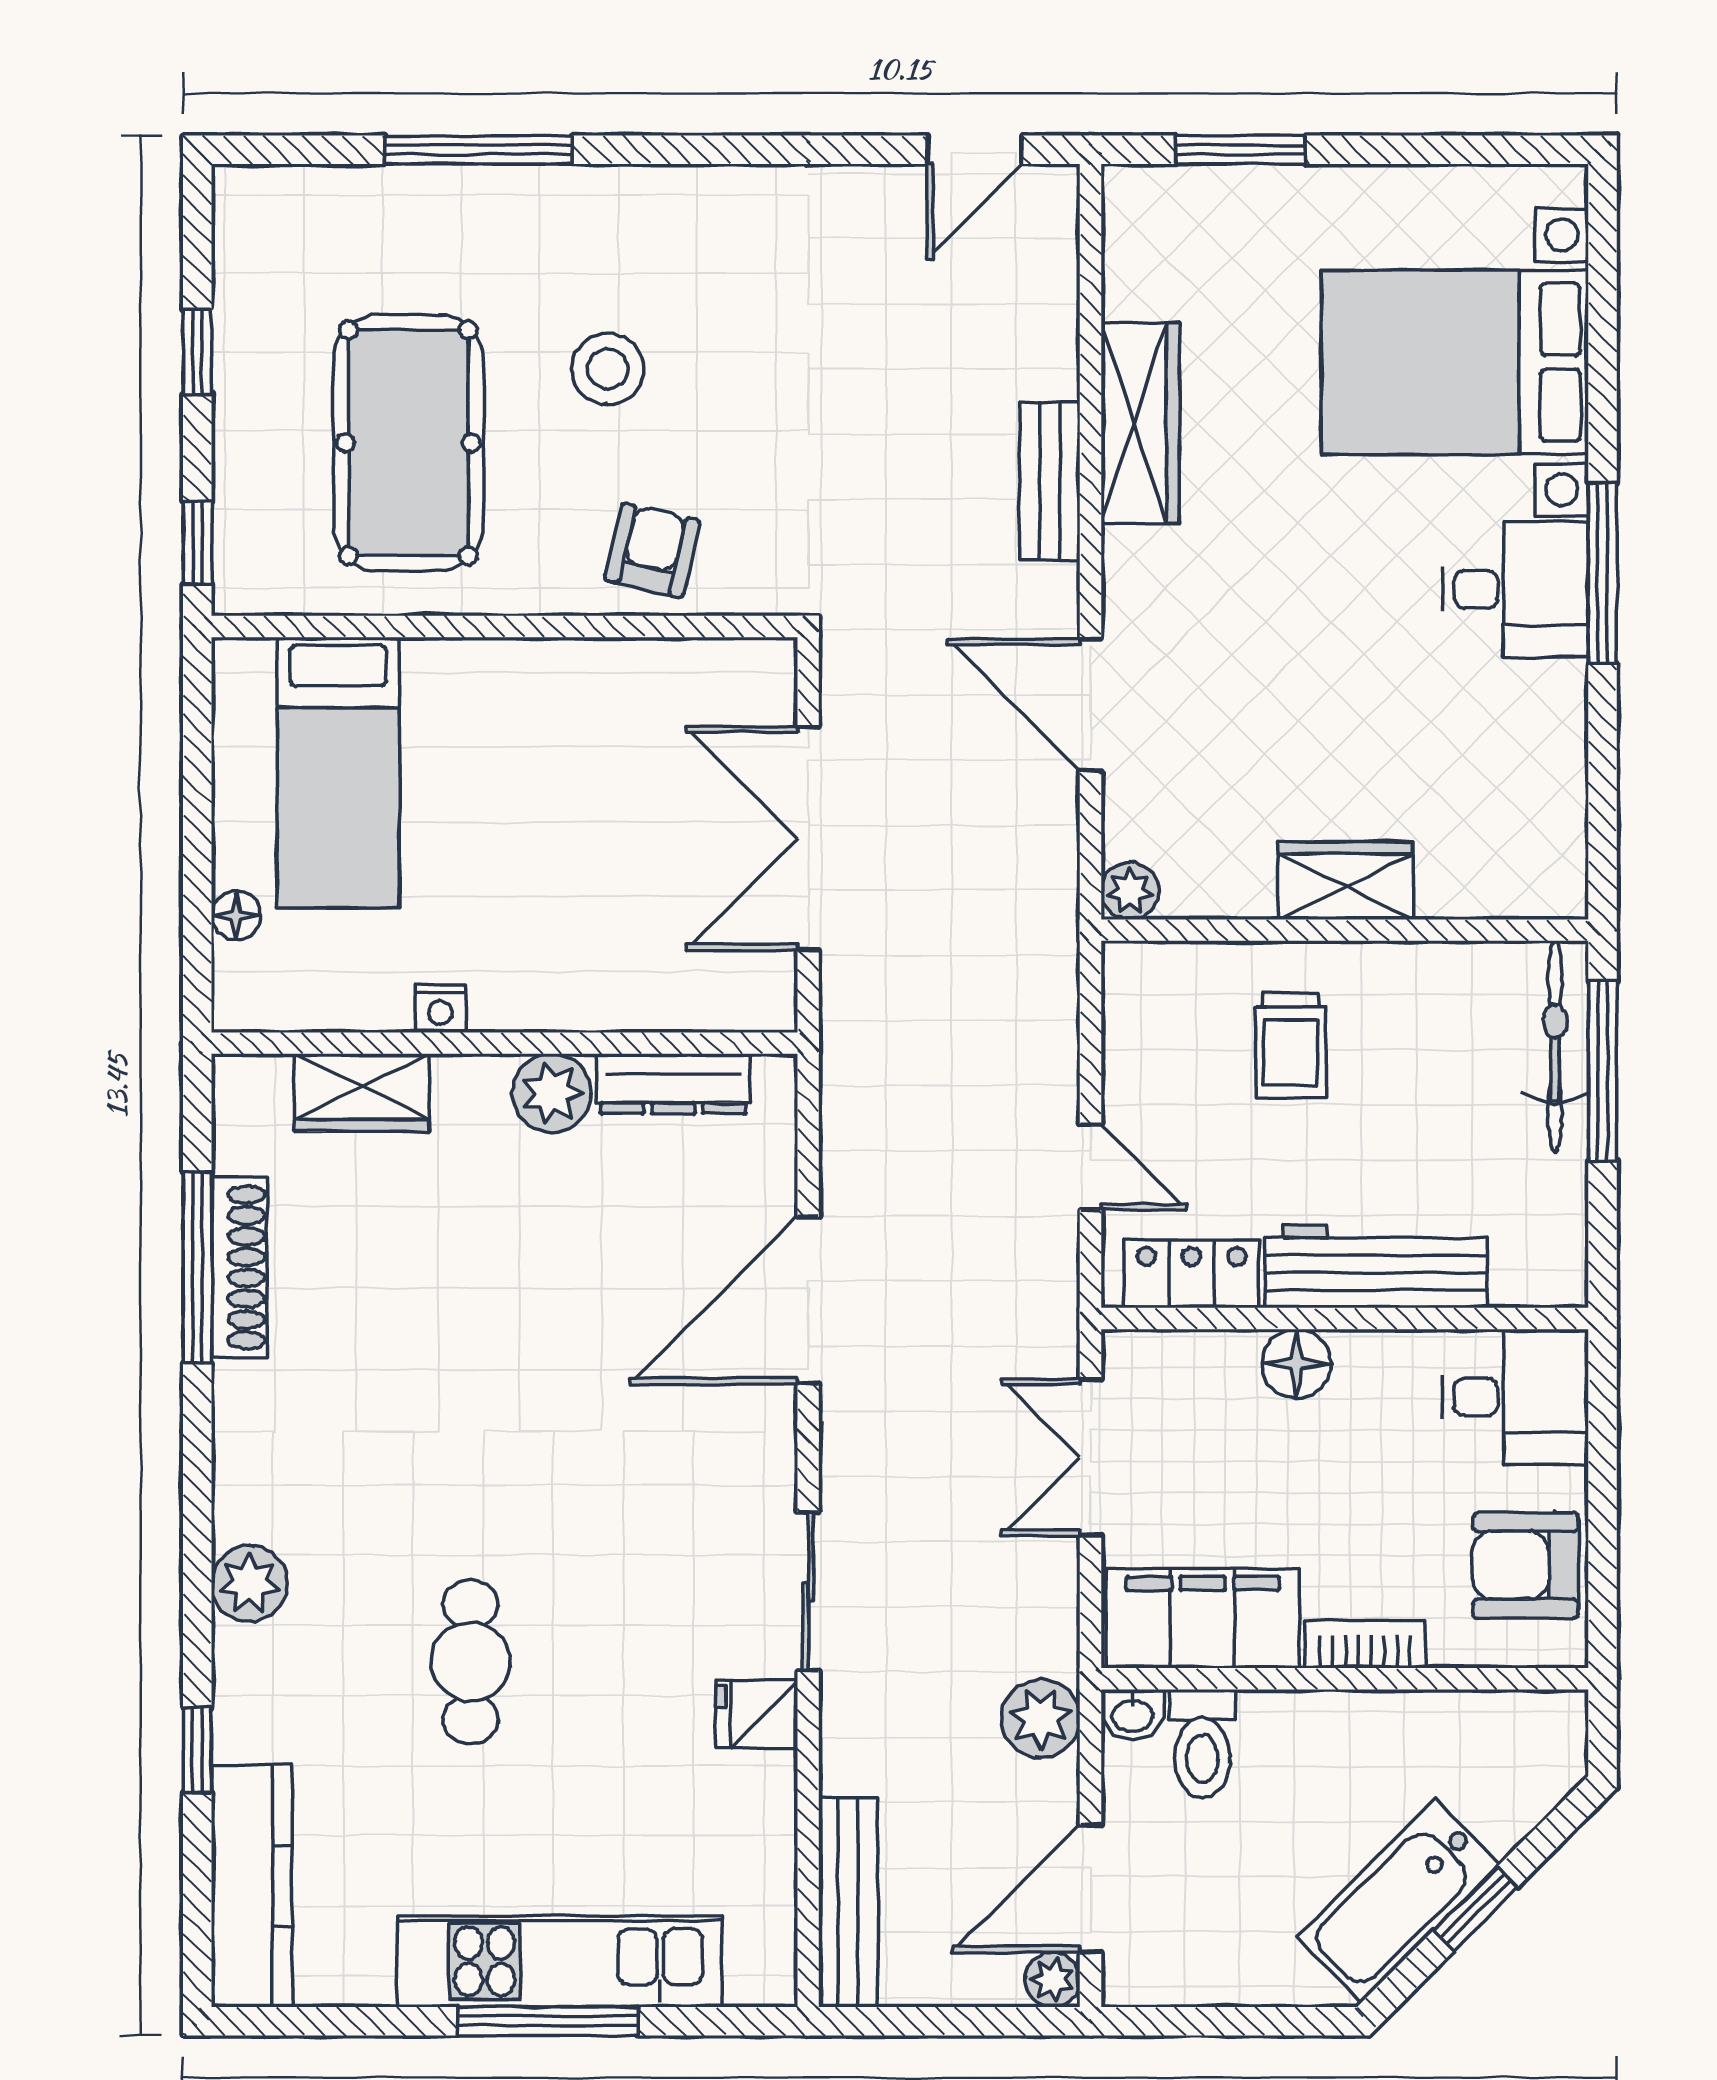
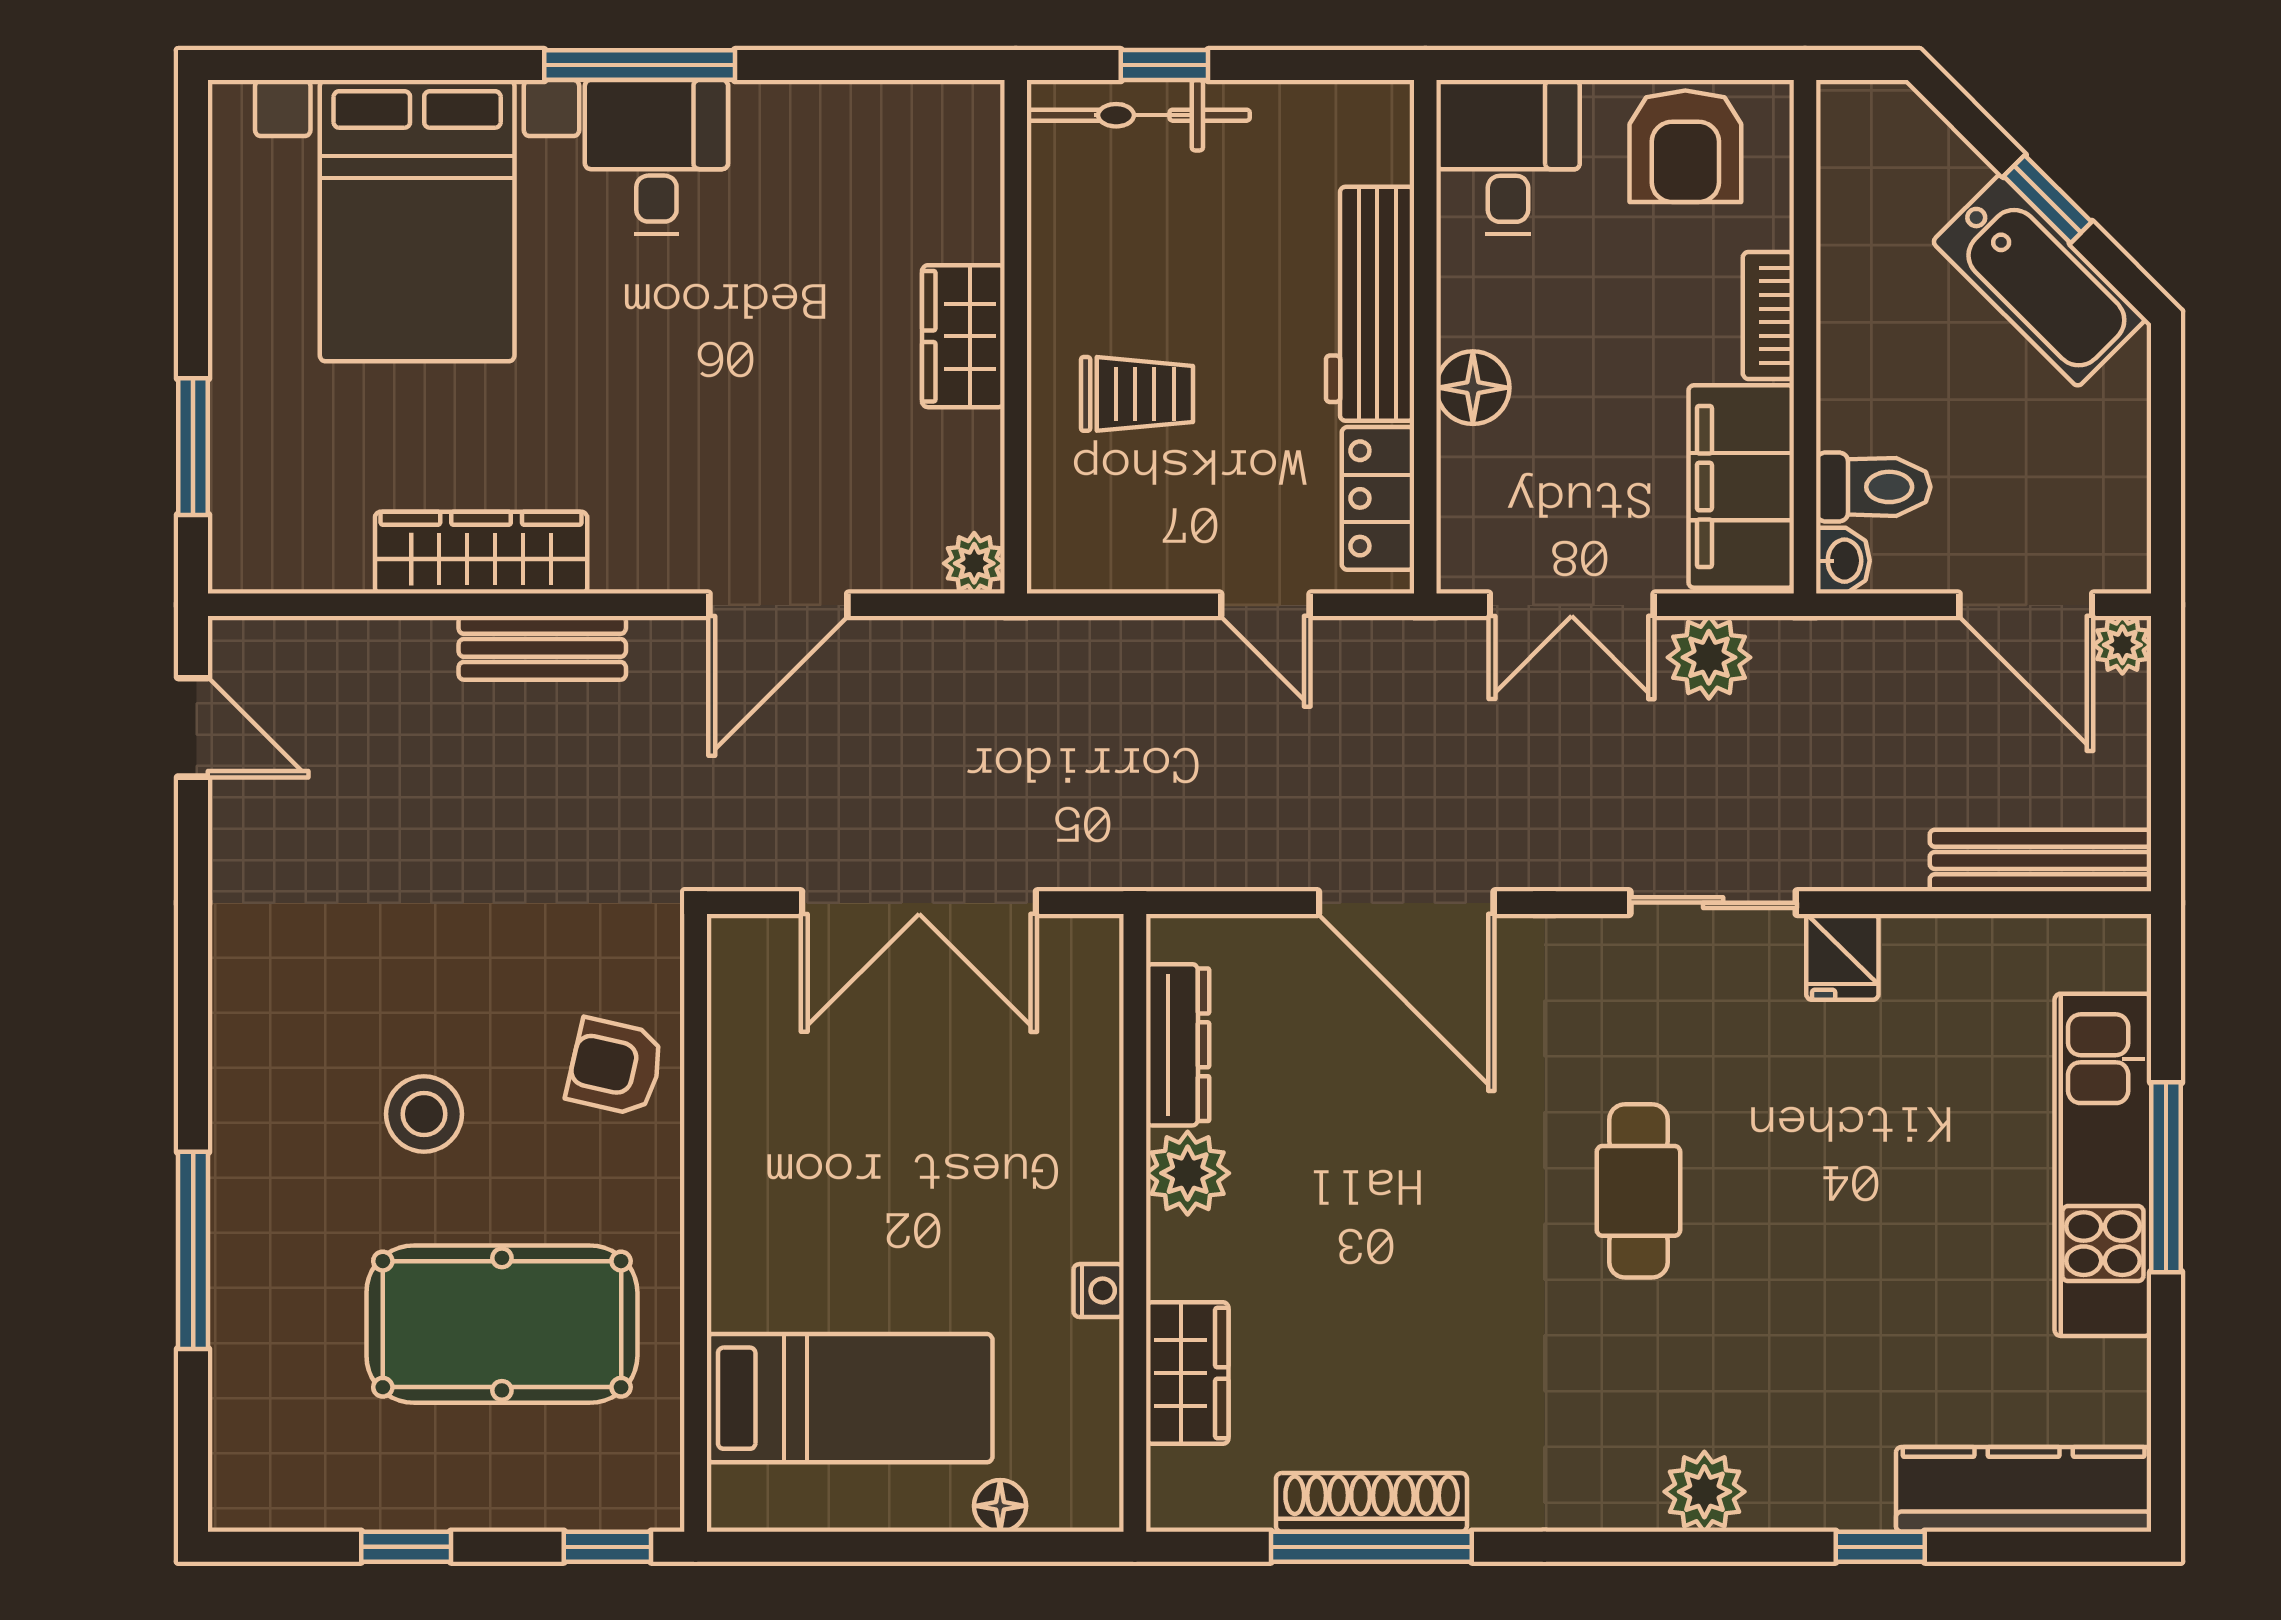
window: (1603, 1071) -> (1164, 65), width x0.46
door: (1091, 1167) -> (1265, 605), swing flipped
cafe table: (471, 1662) -> (1638, 1191), moved, turned 90
plant: (1041, 1719) -> (1709, 657), moved

